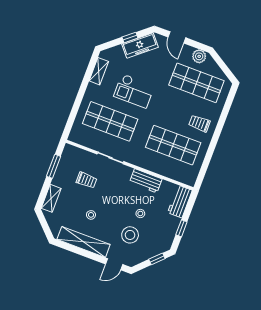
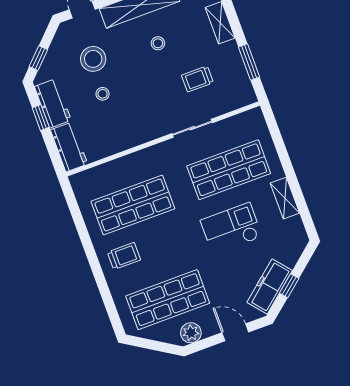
shelving: (99, 71) -> (285, 198), moved
workbench: (146, 181) -> (53, 103), moved, turned 90

